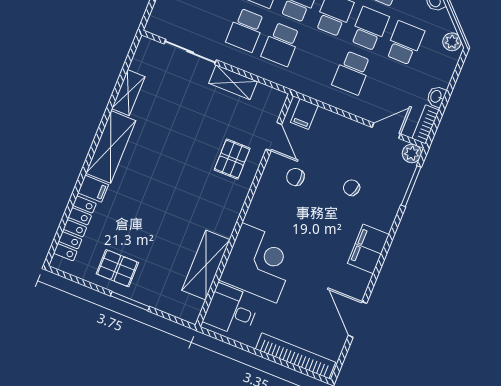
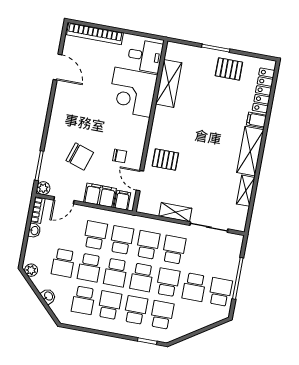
school desk: (316, 59) -> (122, 240), added
pallet: (232, 159) -> (165, 160), turned 90
chair: (352, 188) -> (80, 156), width x1.87, depth x1.87
filing cabinet: (368, 249) -> (100, 195), moved, turned -90

